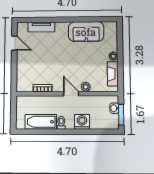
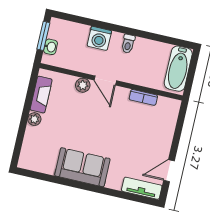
tv unit: (41, 27) -> (142, 188), moved
sofa: (86, 32) -> (82, 167), moved
door: (14, 43) -> (169, 171), hinge flipped
bathtub: (41, 122) -> (178, 69), moved, turned 90

